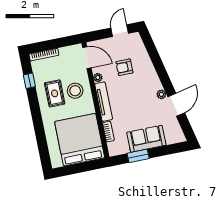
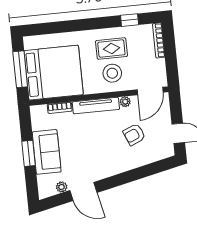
armchair: (124, 67) -> (134, 135), turned -113
plant: (161, 94) -> (62, 187), moved
window: (138, 156) -> (29, 153), moved
window: (80, 168) -> (20, 69), added

